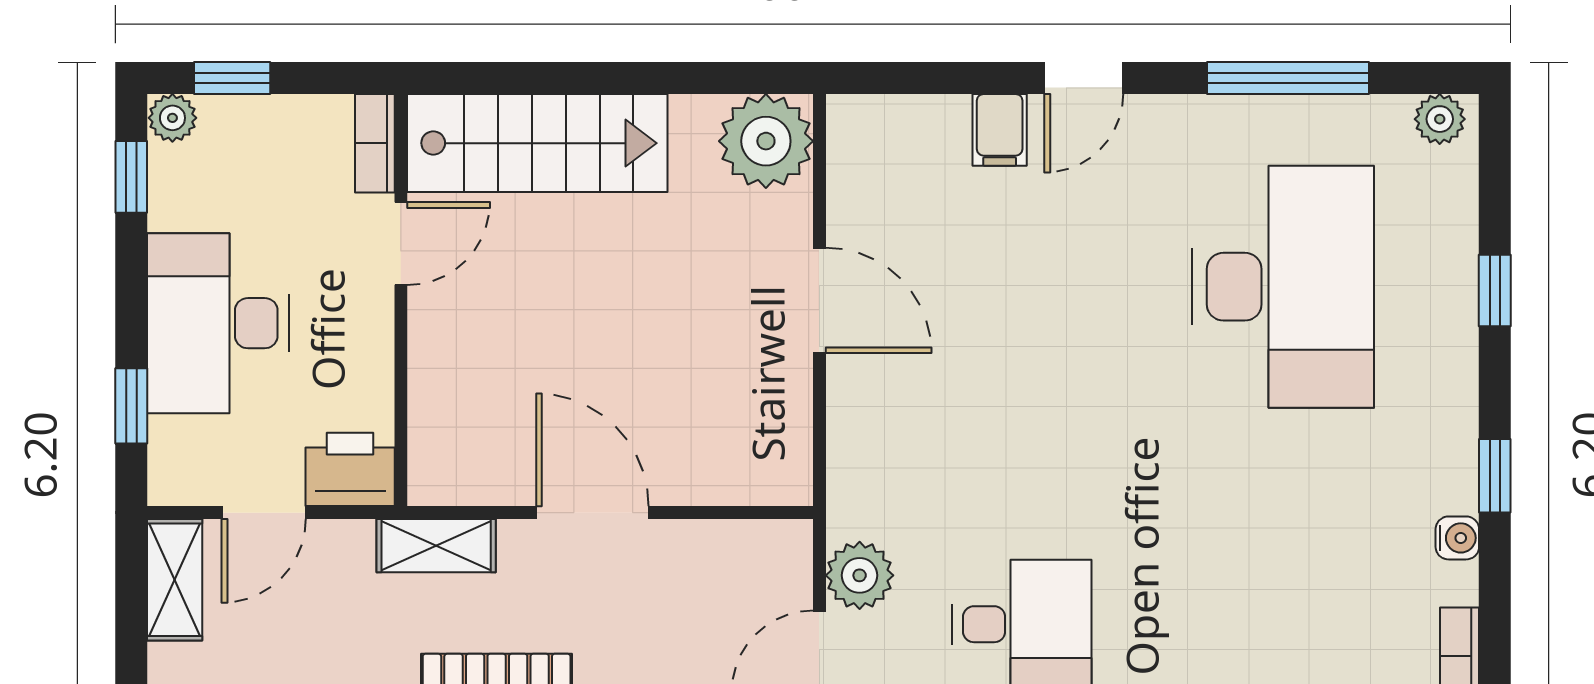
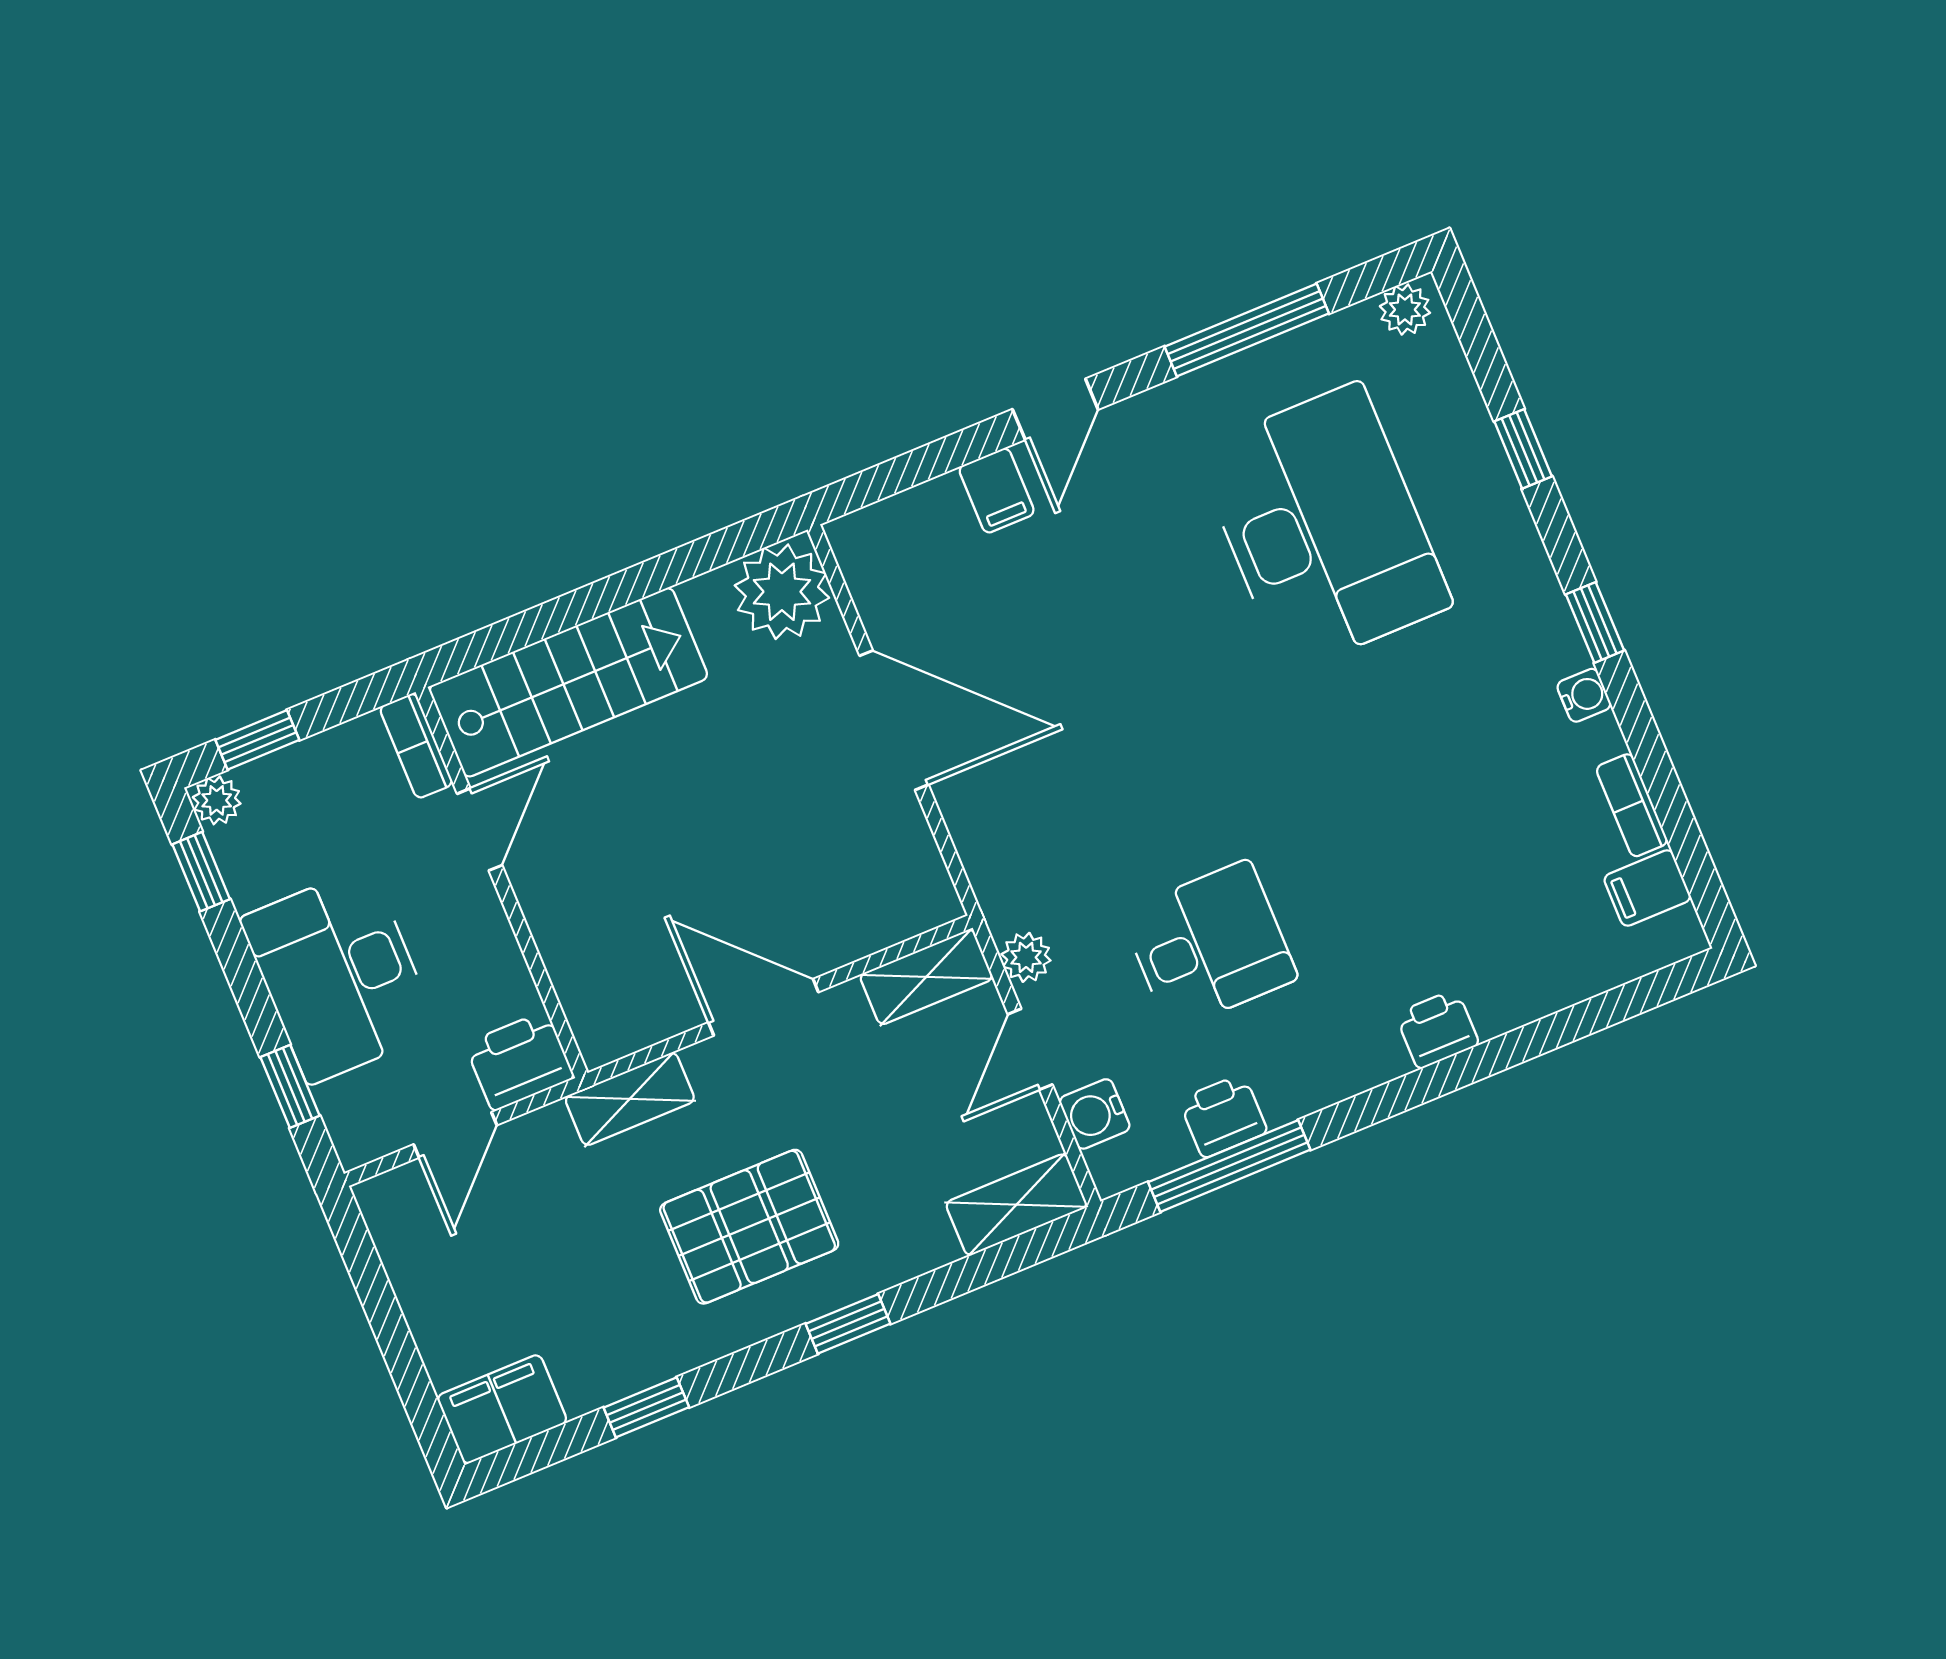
door: (819, 300) -> (894, 720), width x1.36
plant: (860, 575) -> (1026, 957), width x0.73, depth x0.73
shelving: (175, 580) -> (926, 977), moved, turned 90

